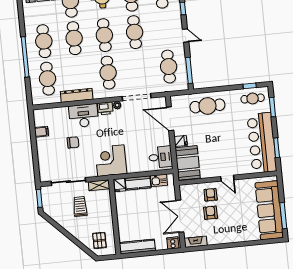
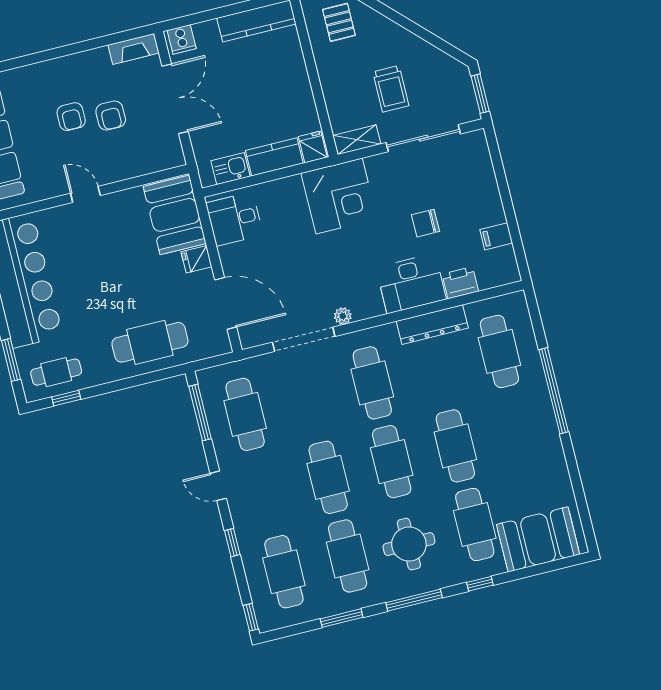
cafe table: (44, 41) -> (519, 430), removed
printer: (105, 108) -> (460, 283), moved
armchair: (211, 195) -> (71, 117), moved

